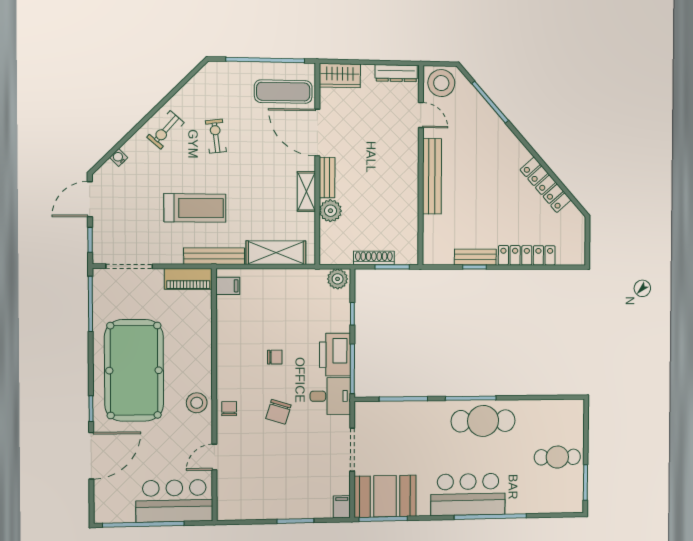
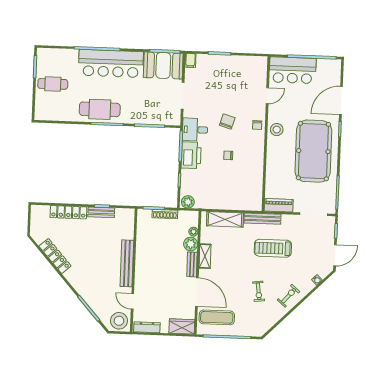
plant: (327, 231) -> (193, 232), added
filing cabinet: (228, 286) -> (255, 200), removed
bar counter: (468, 494) -> (111, 63), width x1.36

